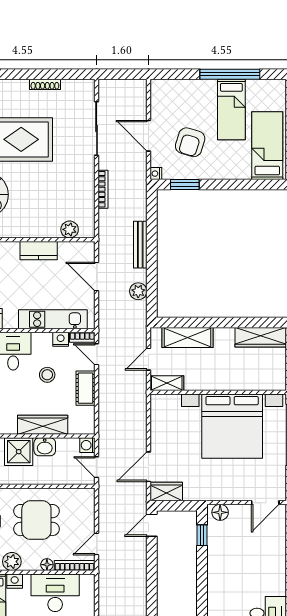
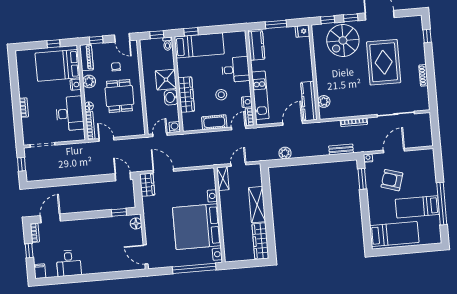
bench: (140, 245) -> (341, 150), moved, width x0.73
kitchen counter: (39, 251) -> (309, 101), moved, width x1.50
shelving: (188, 338) -> (257, 205), moved
door: (148, 359) -> (238, 164), hinge flipped

